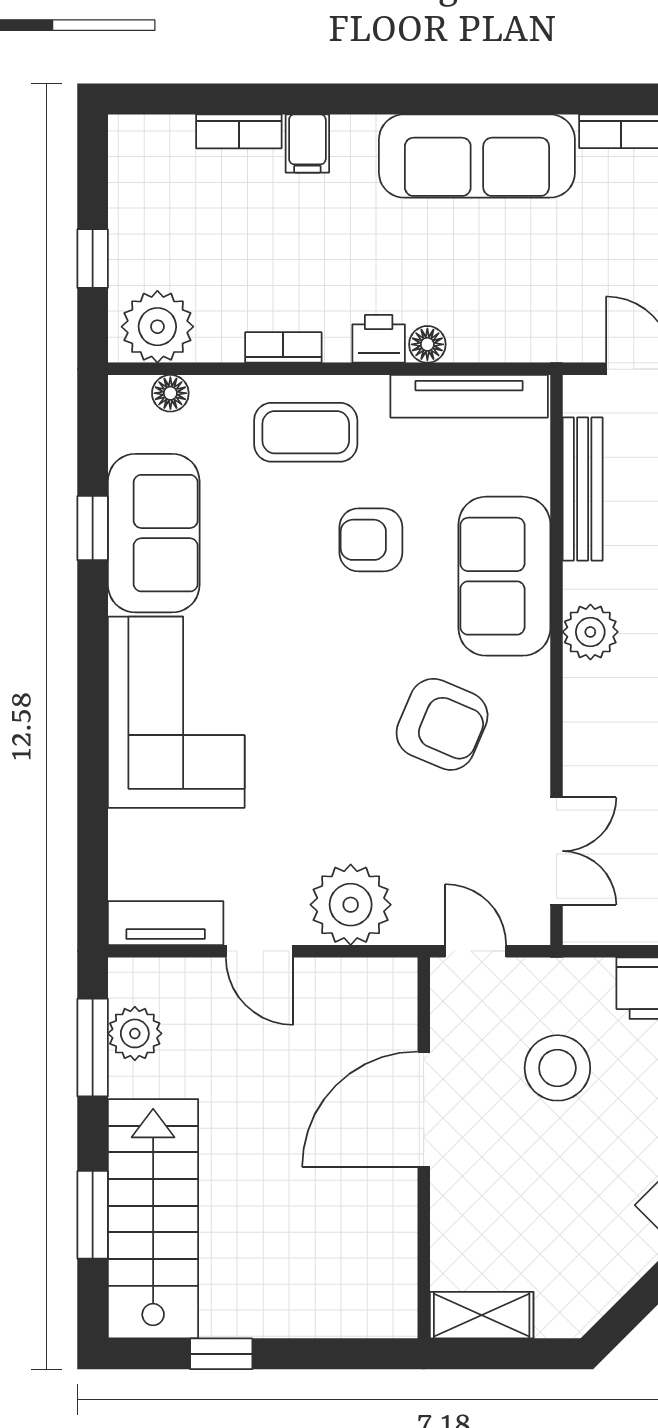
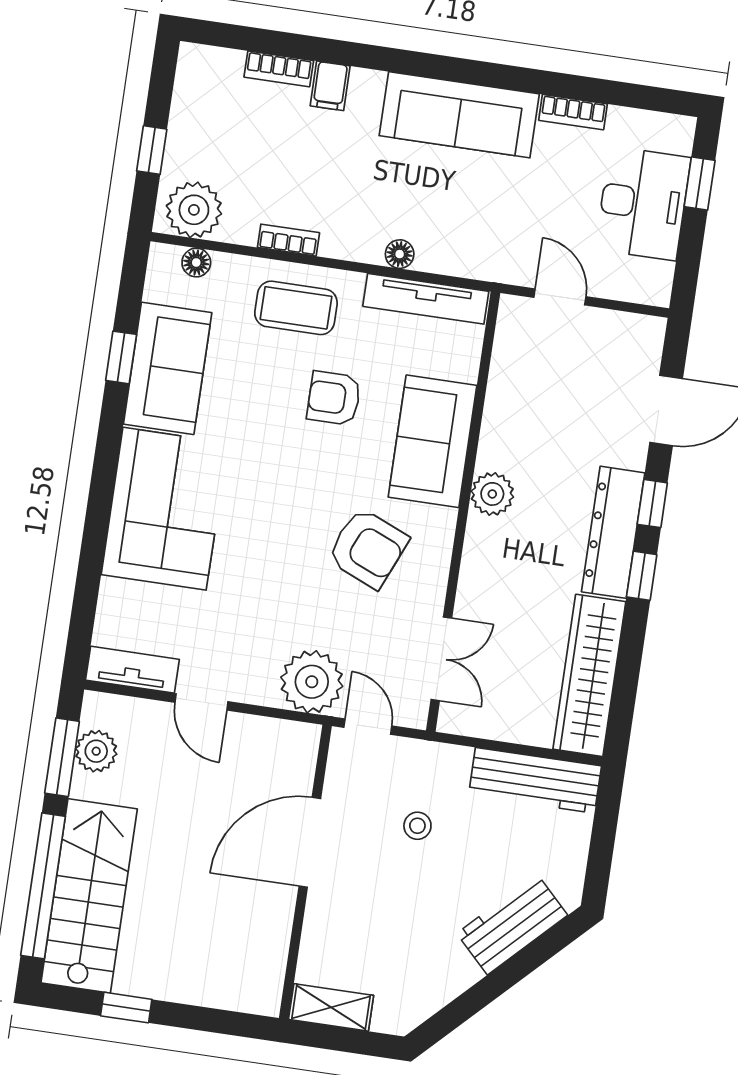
printer: (379, 339) -> (363, 244), removed
bench: (583, 489) -> (503, 383), removed
plant: (351, 905) -> (312, 682), moved
stool: (557, 1068) -> (417, 826), width x0.53, depth x0.53
window: (93, 1215) -> (43, 886), width x2.11

